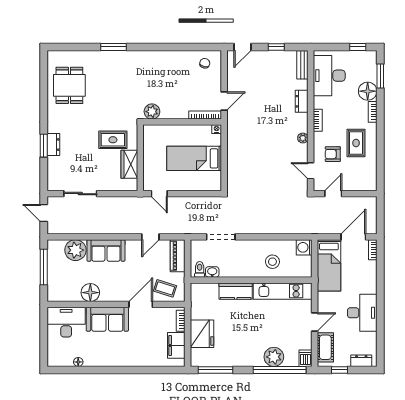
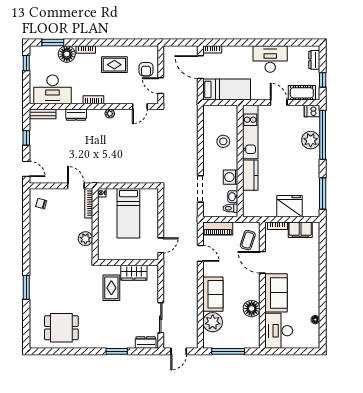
plant: (152, 112) -> (85, 239), moved
dresser: (53, 145) -> (146, 342), moved
armchair: (333, 154) -> (146, 69), moved
washing machine: (304, 247) -> (230, 177), moved, turned 90

